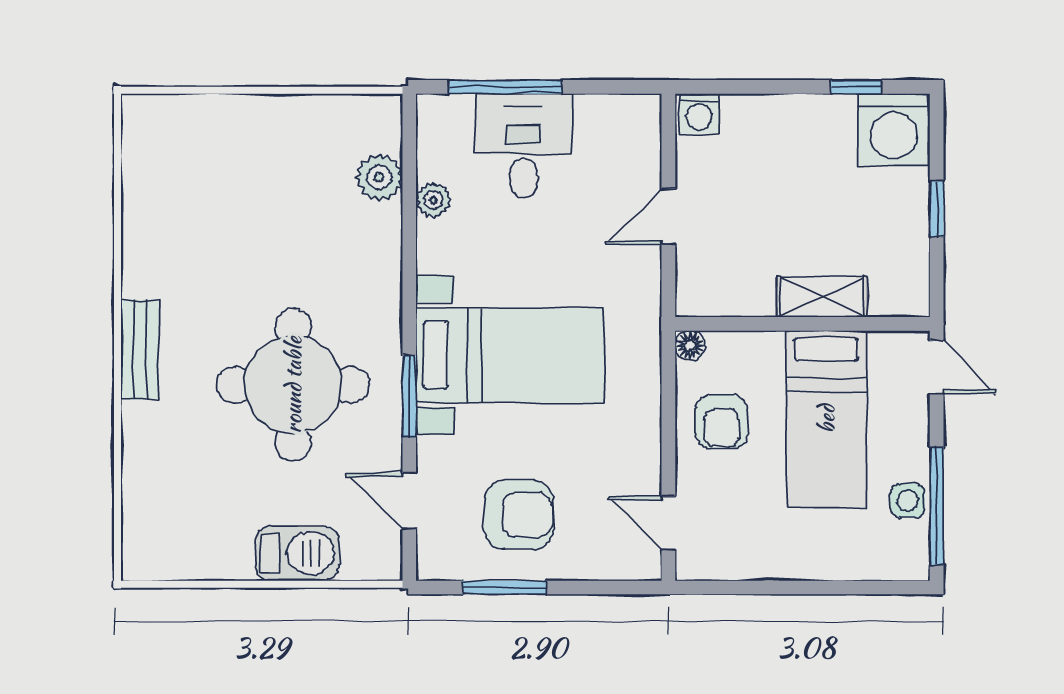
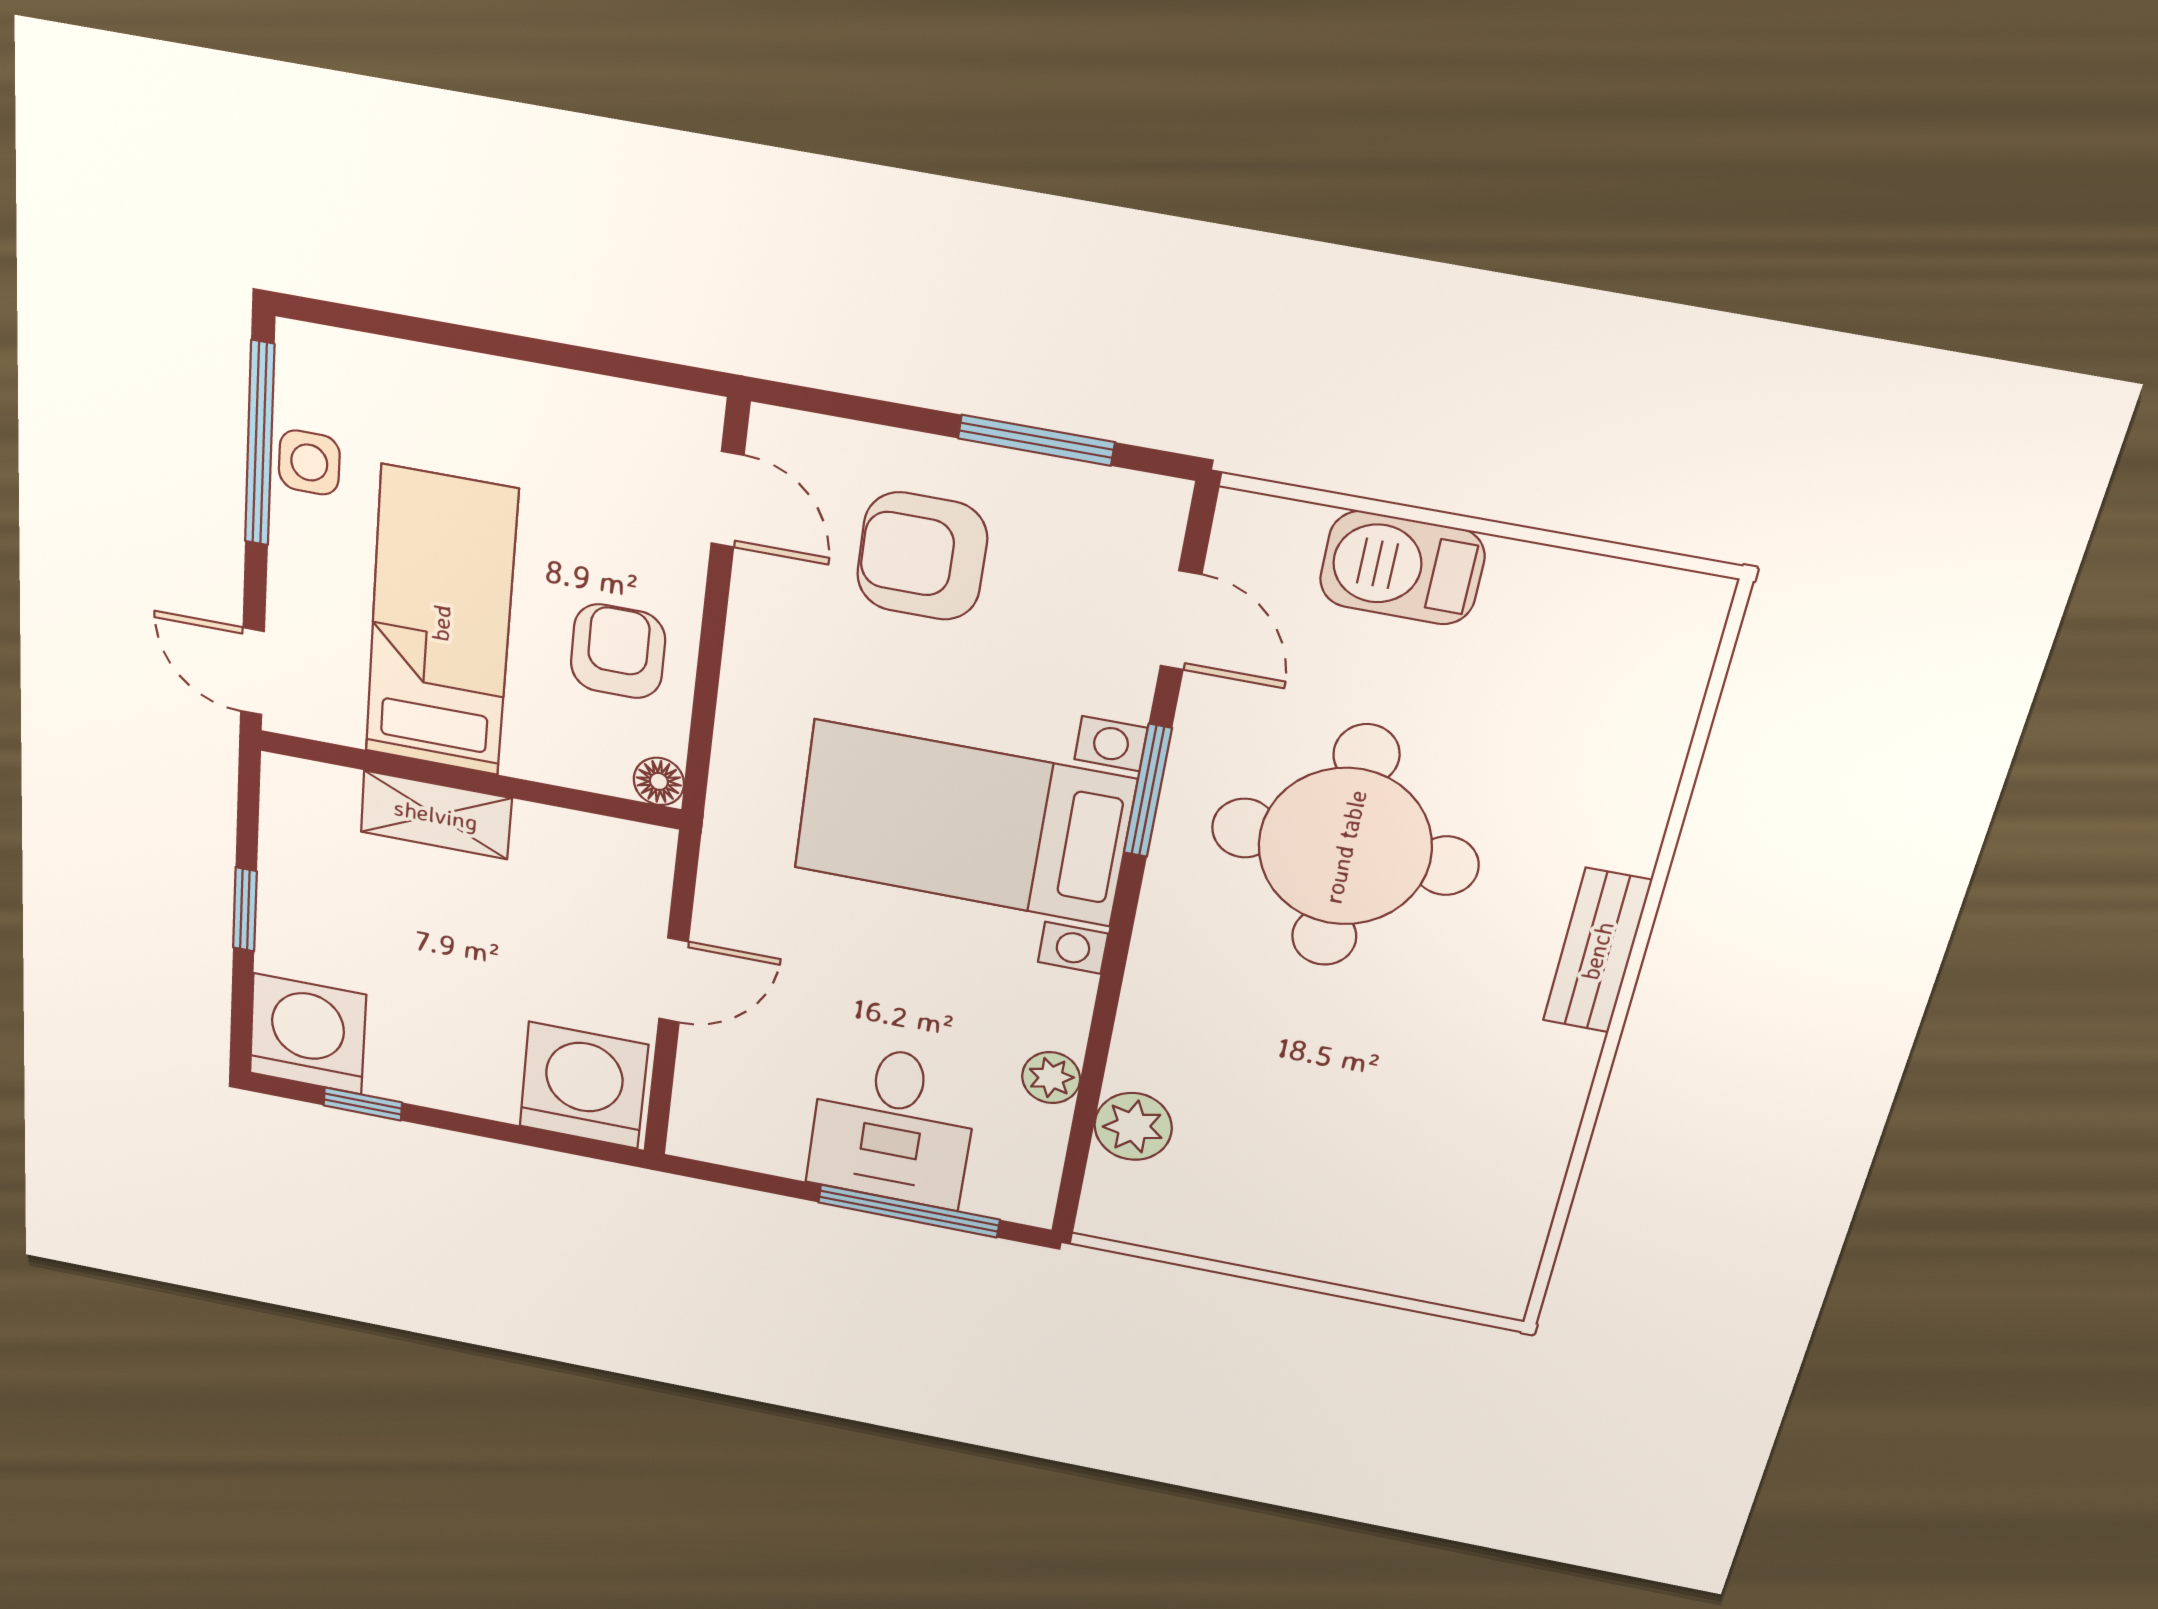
washing machine: (699, 114) -> (584, 1086), width x1.89, depth x1.89
armchair: (519, 515) -> (922, 556), moved

